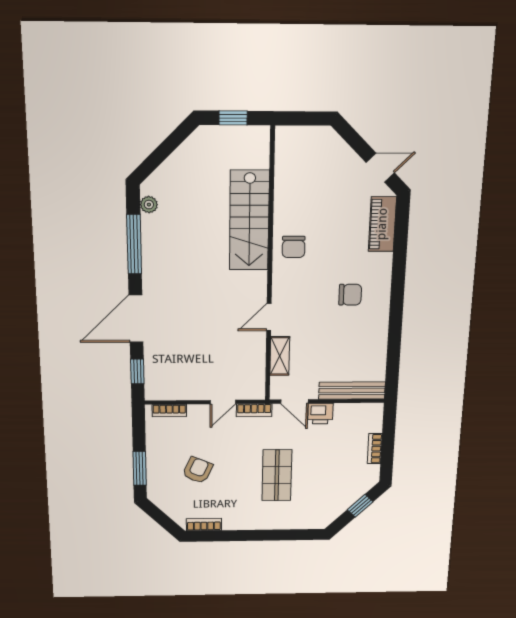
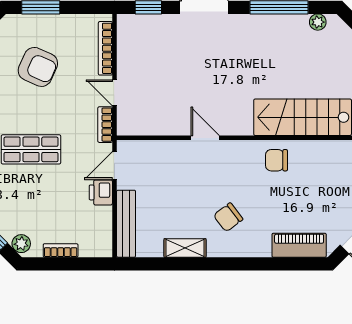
chair: (350, 295) -> (228, 217), turned 53
shelving: (280, 356) -> (185, 248), moved
bookcase: (169, 411) -> (105, 48), width x1.56
armchair: (198, 470) -> (38, 67), width x1.38, depth x1.38
plant: (366, 483) -> (21, 244), added

